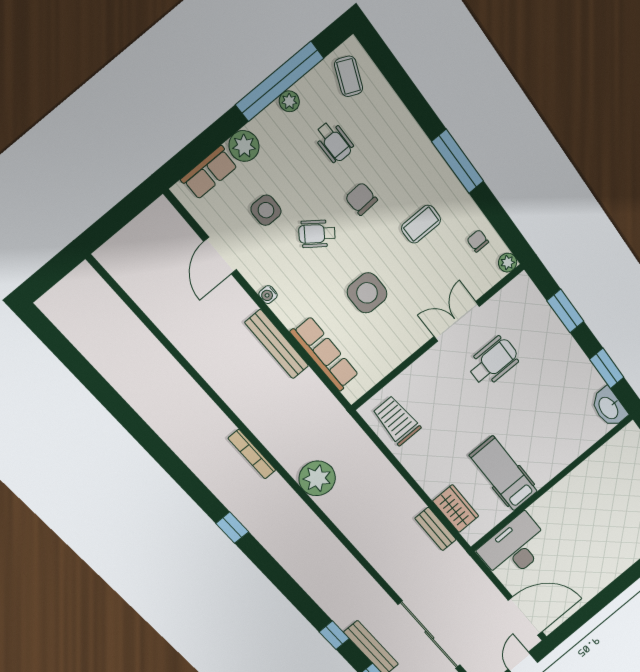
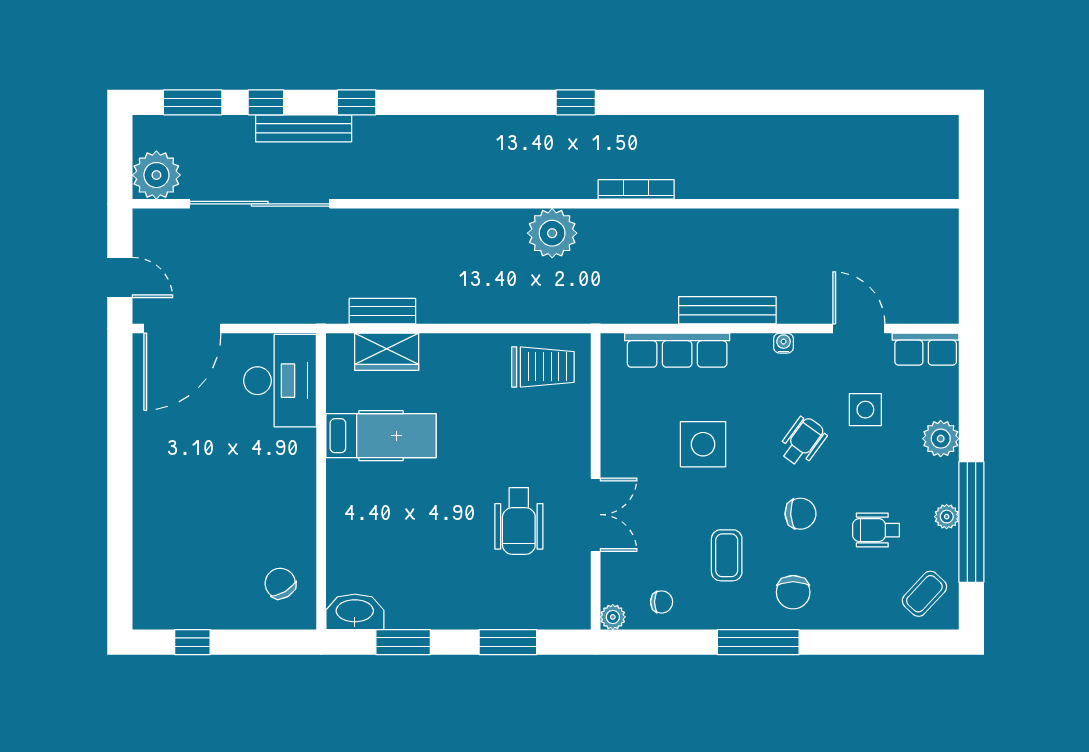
coffee table: (349, 76) -> (924, 594), turned -70
chair: (412, 164) -> (793, 592), added
row of seats: (209, 173) -> (926, 349), moved, turned -90
chair: (622, 458) -> (280, 583), added

